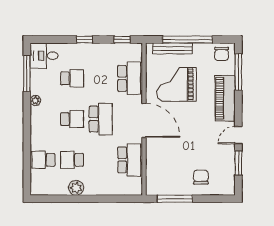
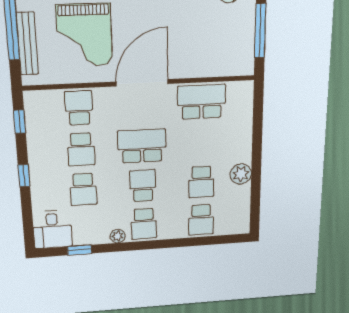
window: (27, 73) -> (80, 250), width x0.46
school desk: (72, 78) -> (83, 189), turned 180
school desk: (101, 78) -> (81, 149), added
school desk: (129, 78) -> (79, 108), width x0.54
school desk: (43, 119) -> (144, 224), added

